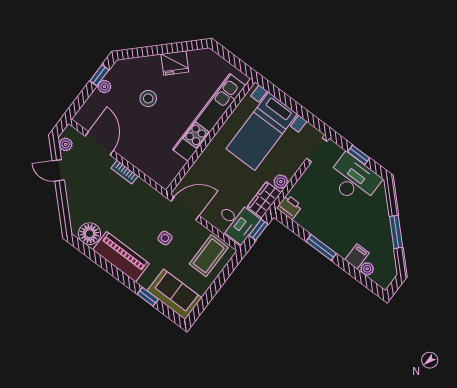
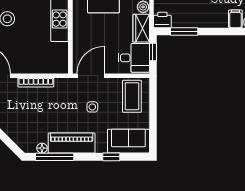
bookcase: (124, 172) -> (36, 82), width x1.56
floor lamp: (89, 234) -> (42, 148), width x0.53, depth x0.53
window: (321, 247) -> (184, 31), moved
window: (96, 258) -> (55, 157), added

